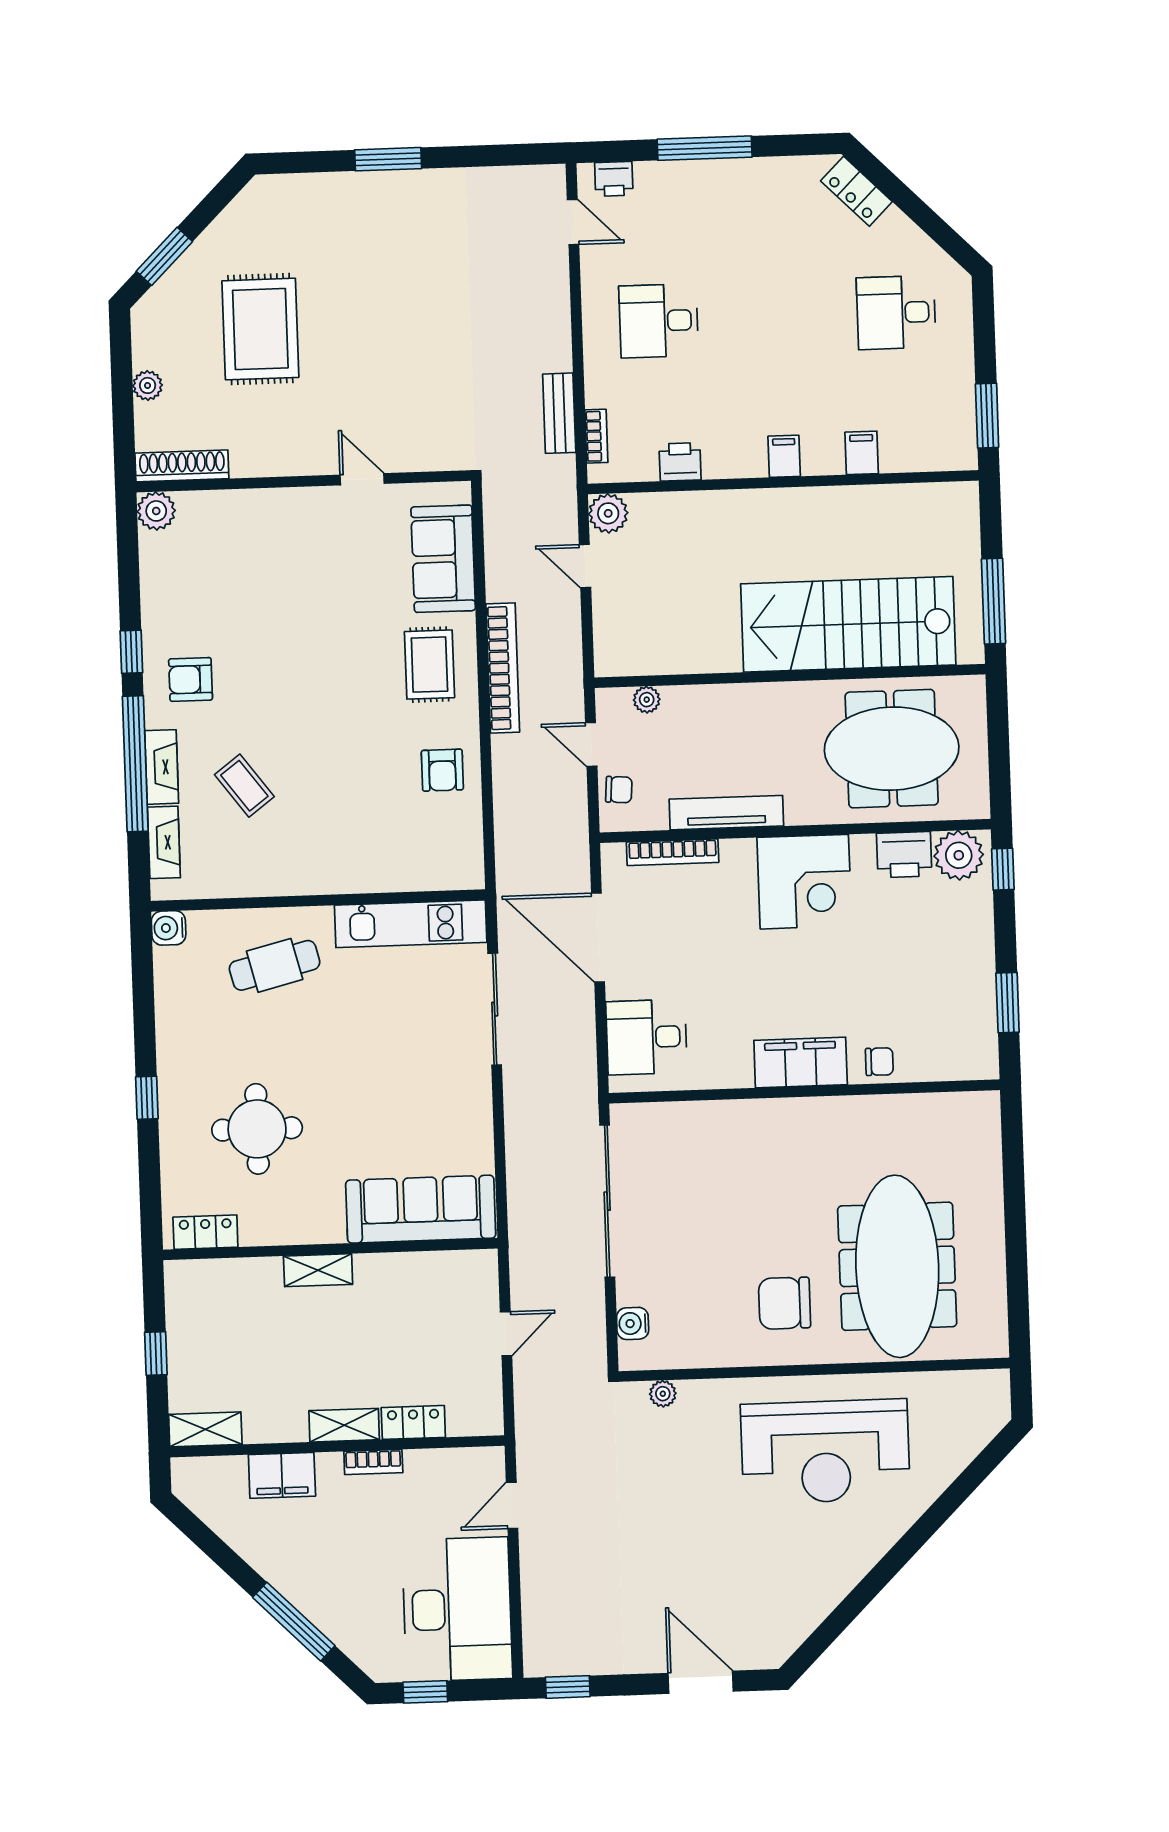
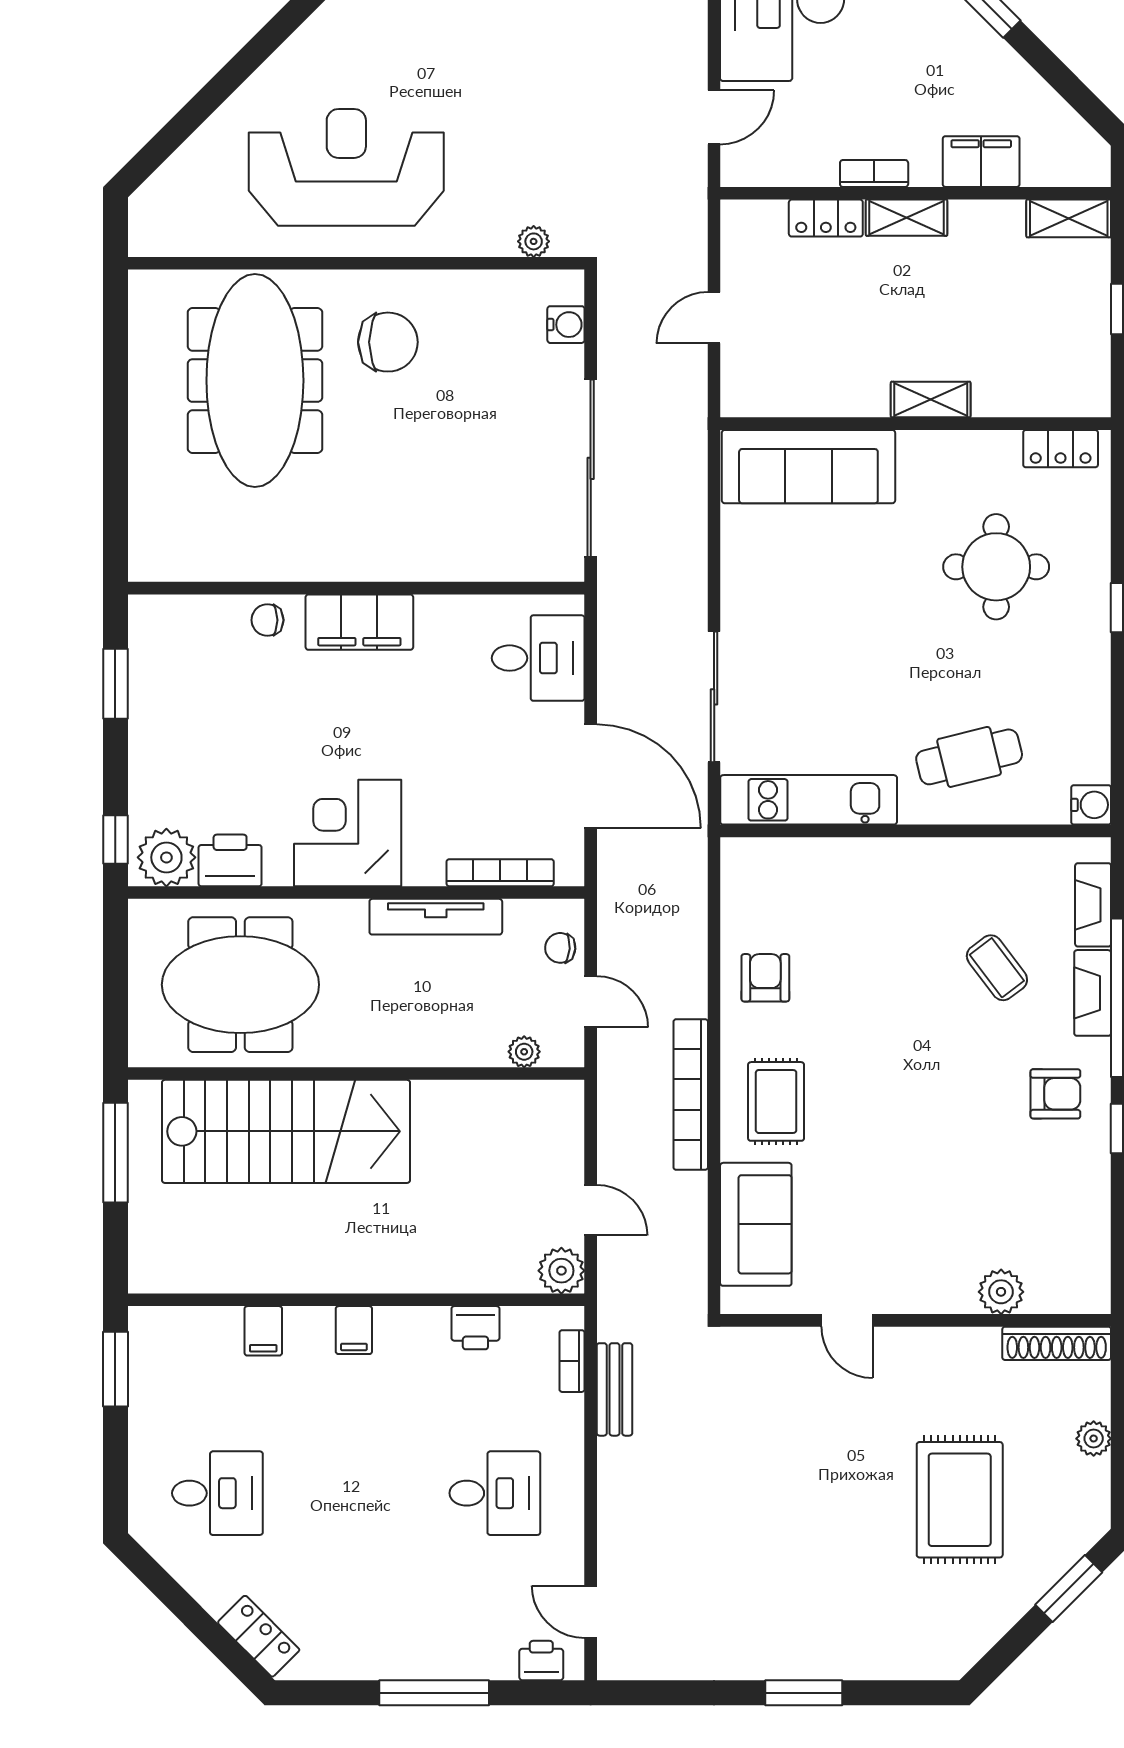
plant: (156, 511) -> (1001, 1292), moved

